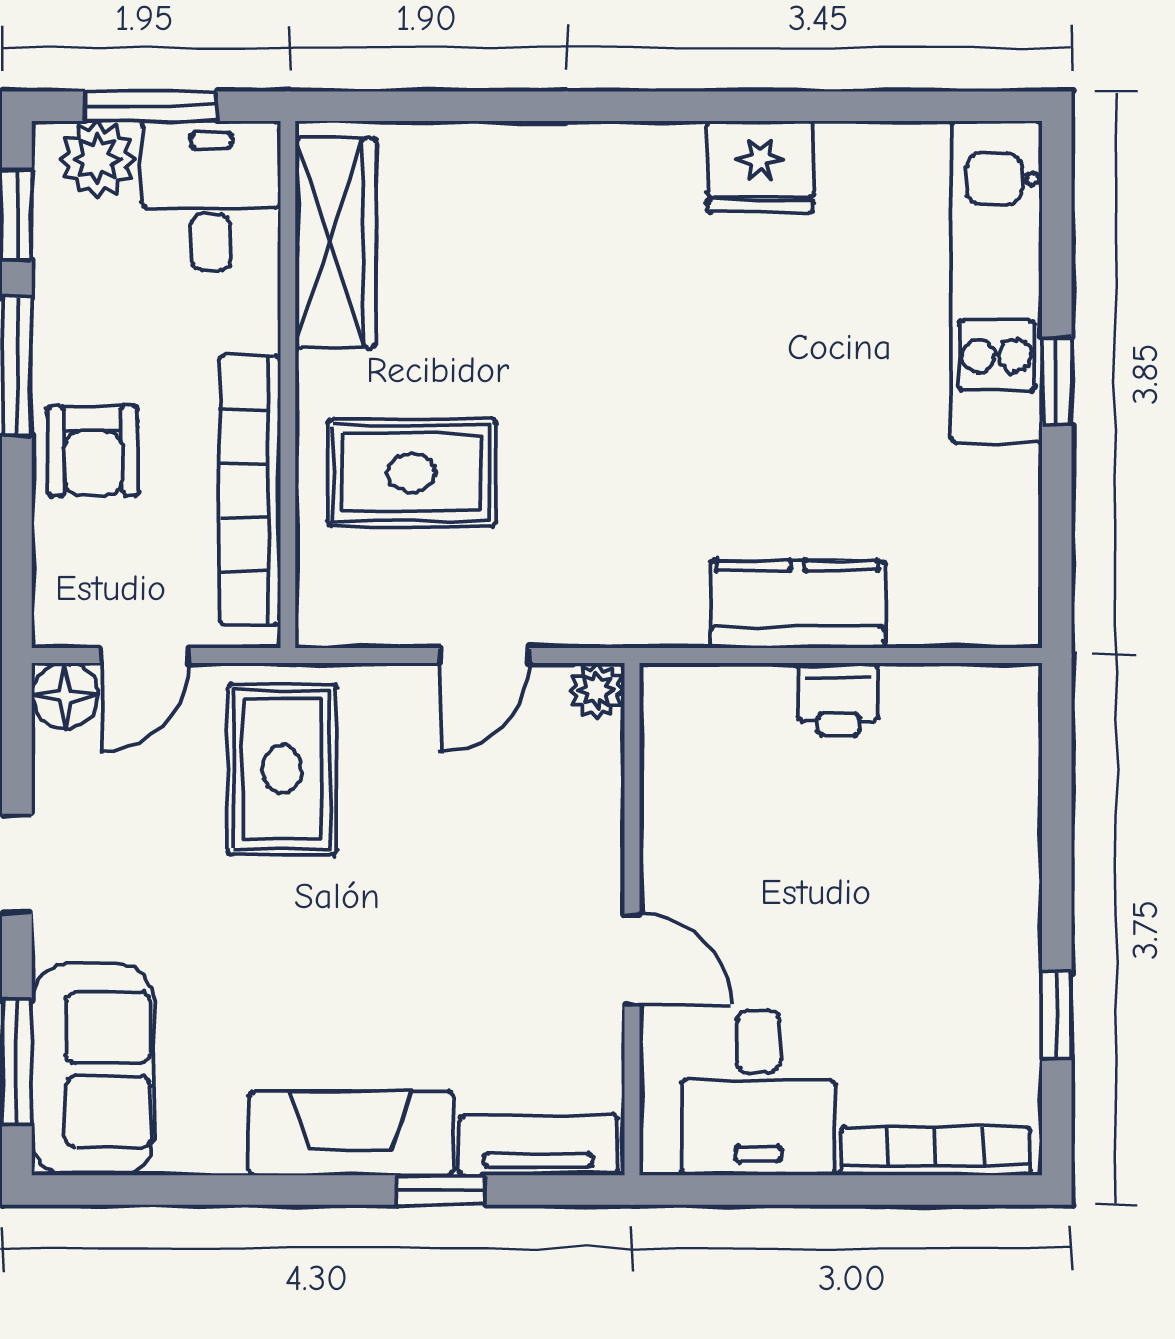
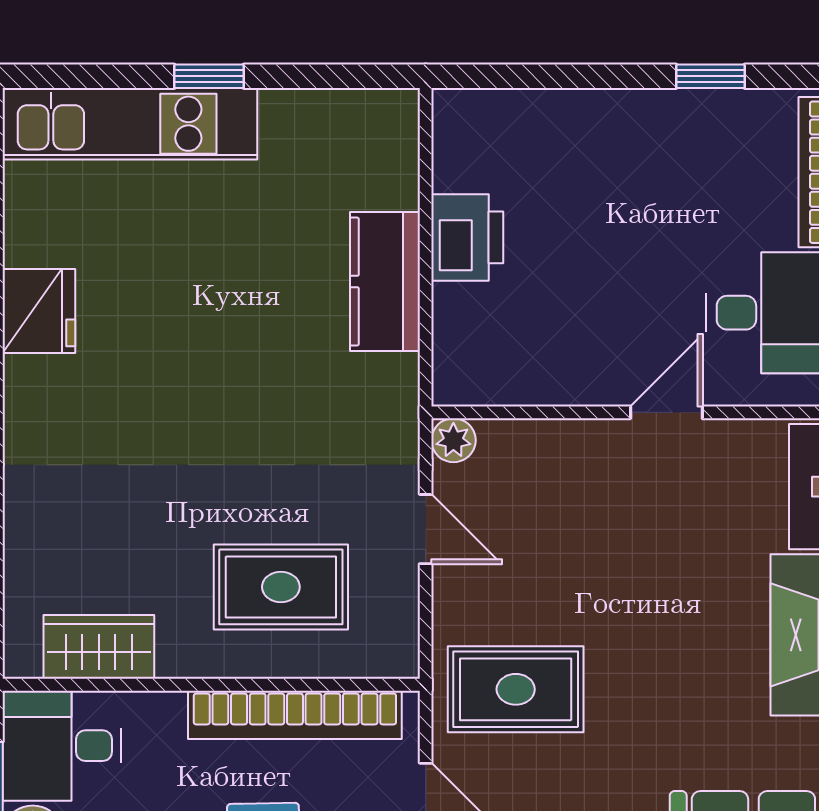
wardrobe: (336, 243) -> (99, 647), width x0.67
rug: (411, 473) -> (281, 587), turned 90
printer: (838, 699) -> (467, 237), width x1.36, depth x1.24

